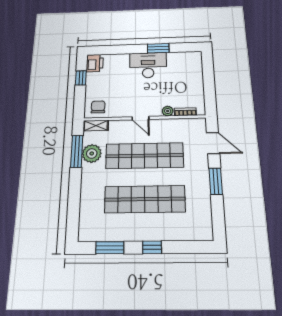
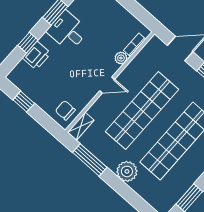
window: (123, 49) -> (28, 43), added
printer: (95, 63) -> (37, 56), moved, turned 90
desk: (148, 65) -> (68, 31), width x0.73
plant: (92, 153) -> (127, 171), moved

